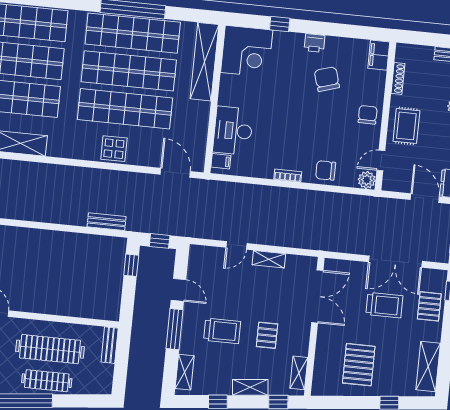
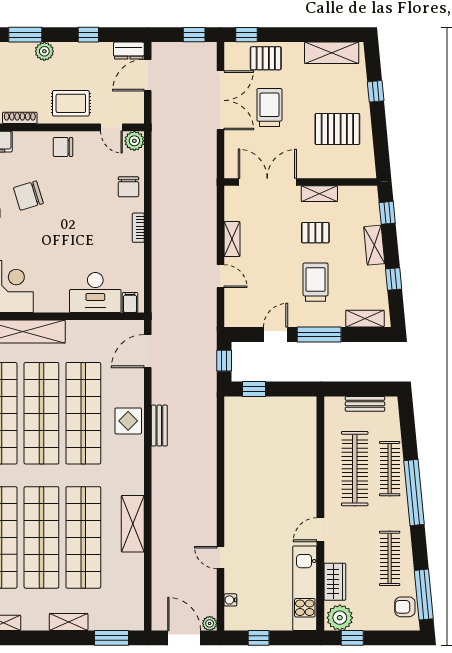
bench: (107, 222) -> (159, 426), moved
bench: (110, 345) -> (365, 404), moved
shelving: (299, 373) -> (319, 194), moved

